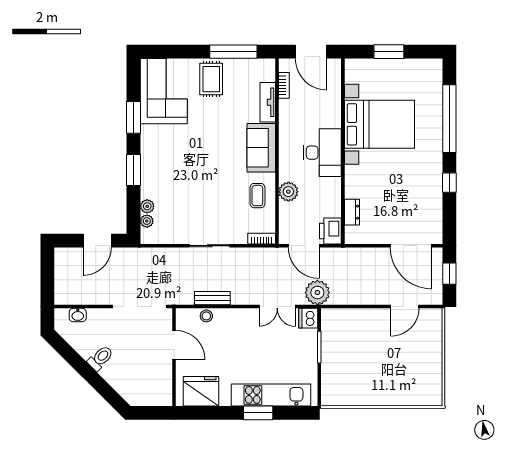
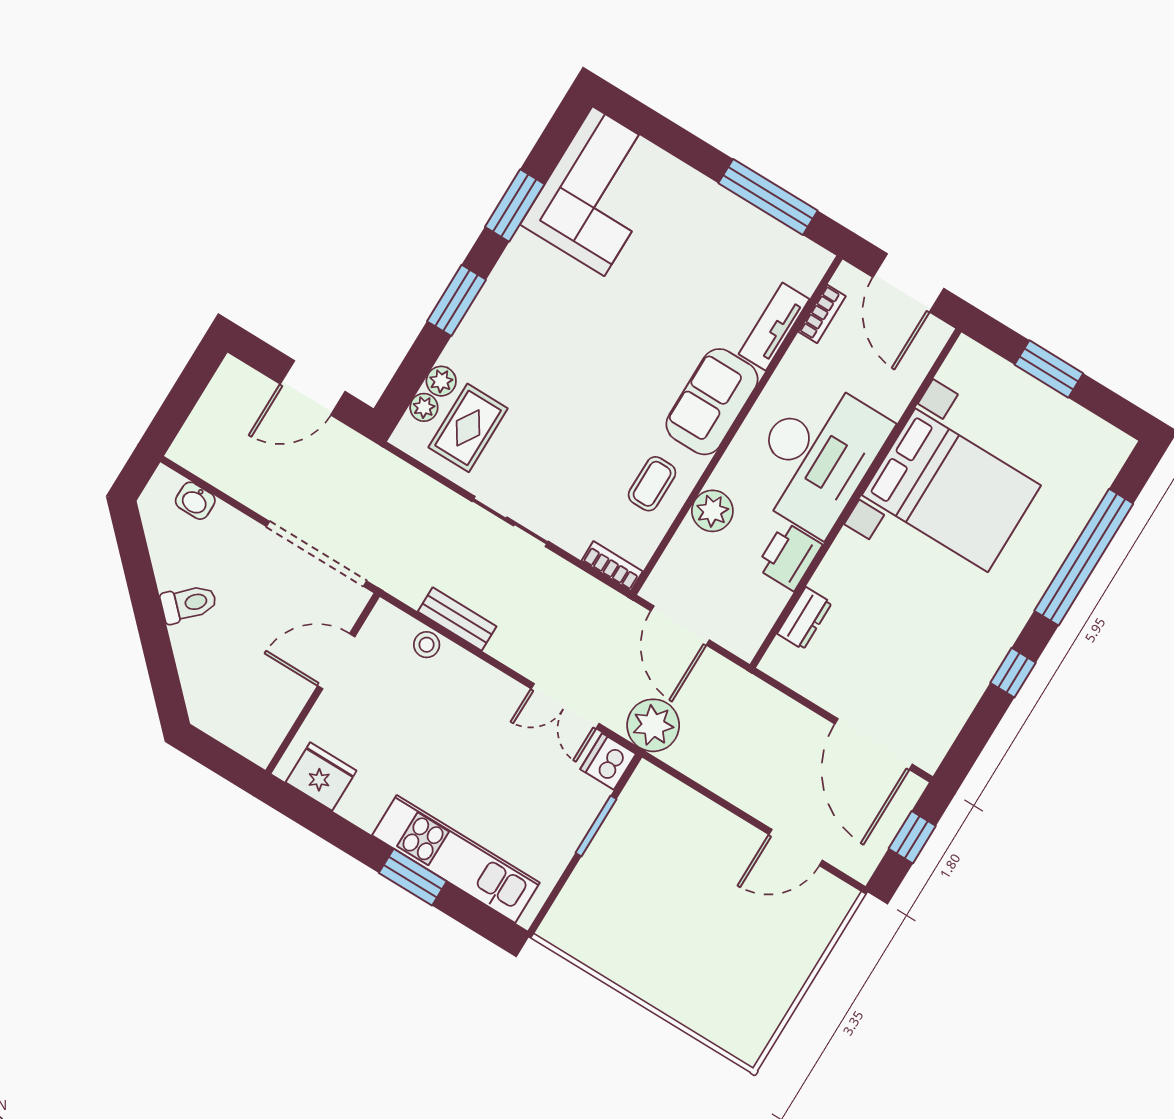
rug: (211, 79) -> (468, 428), moved
desk: (322, 153) -> (816, 456), width x1.36, depth x1.30
printer: (330, 231) -> (789, 556), moved
door: (174, 345) -> (336, 661), swing flipped
fridge: (201, 391) -> (321, 777), width x0.73, depth x0.75

